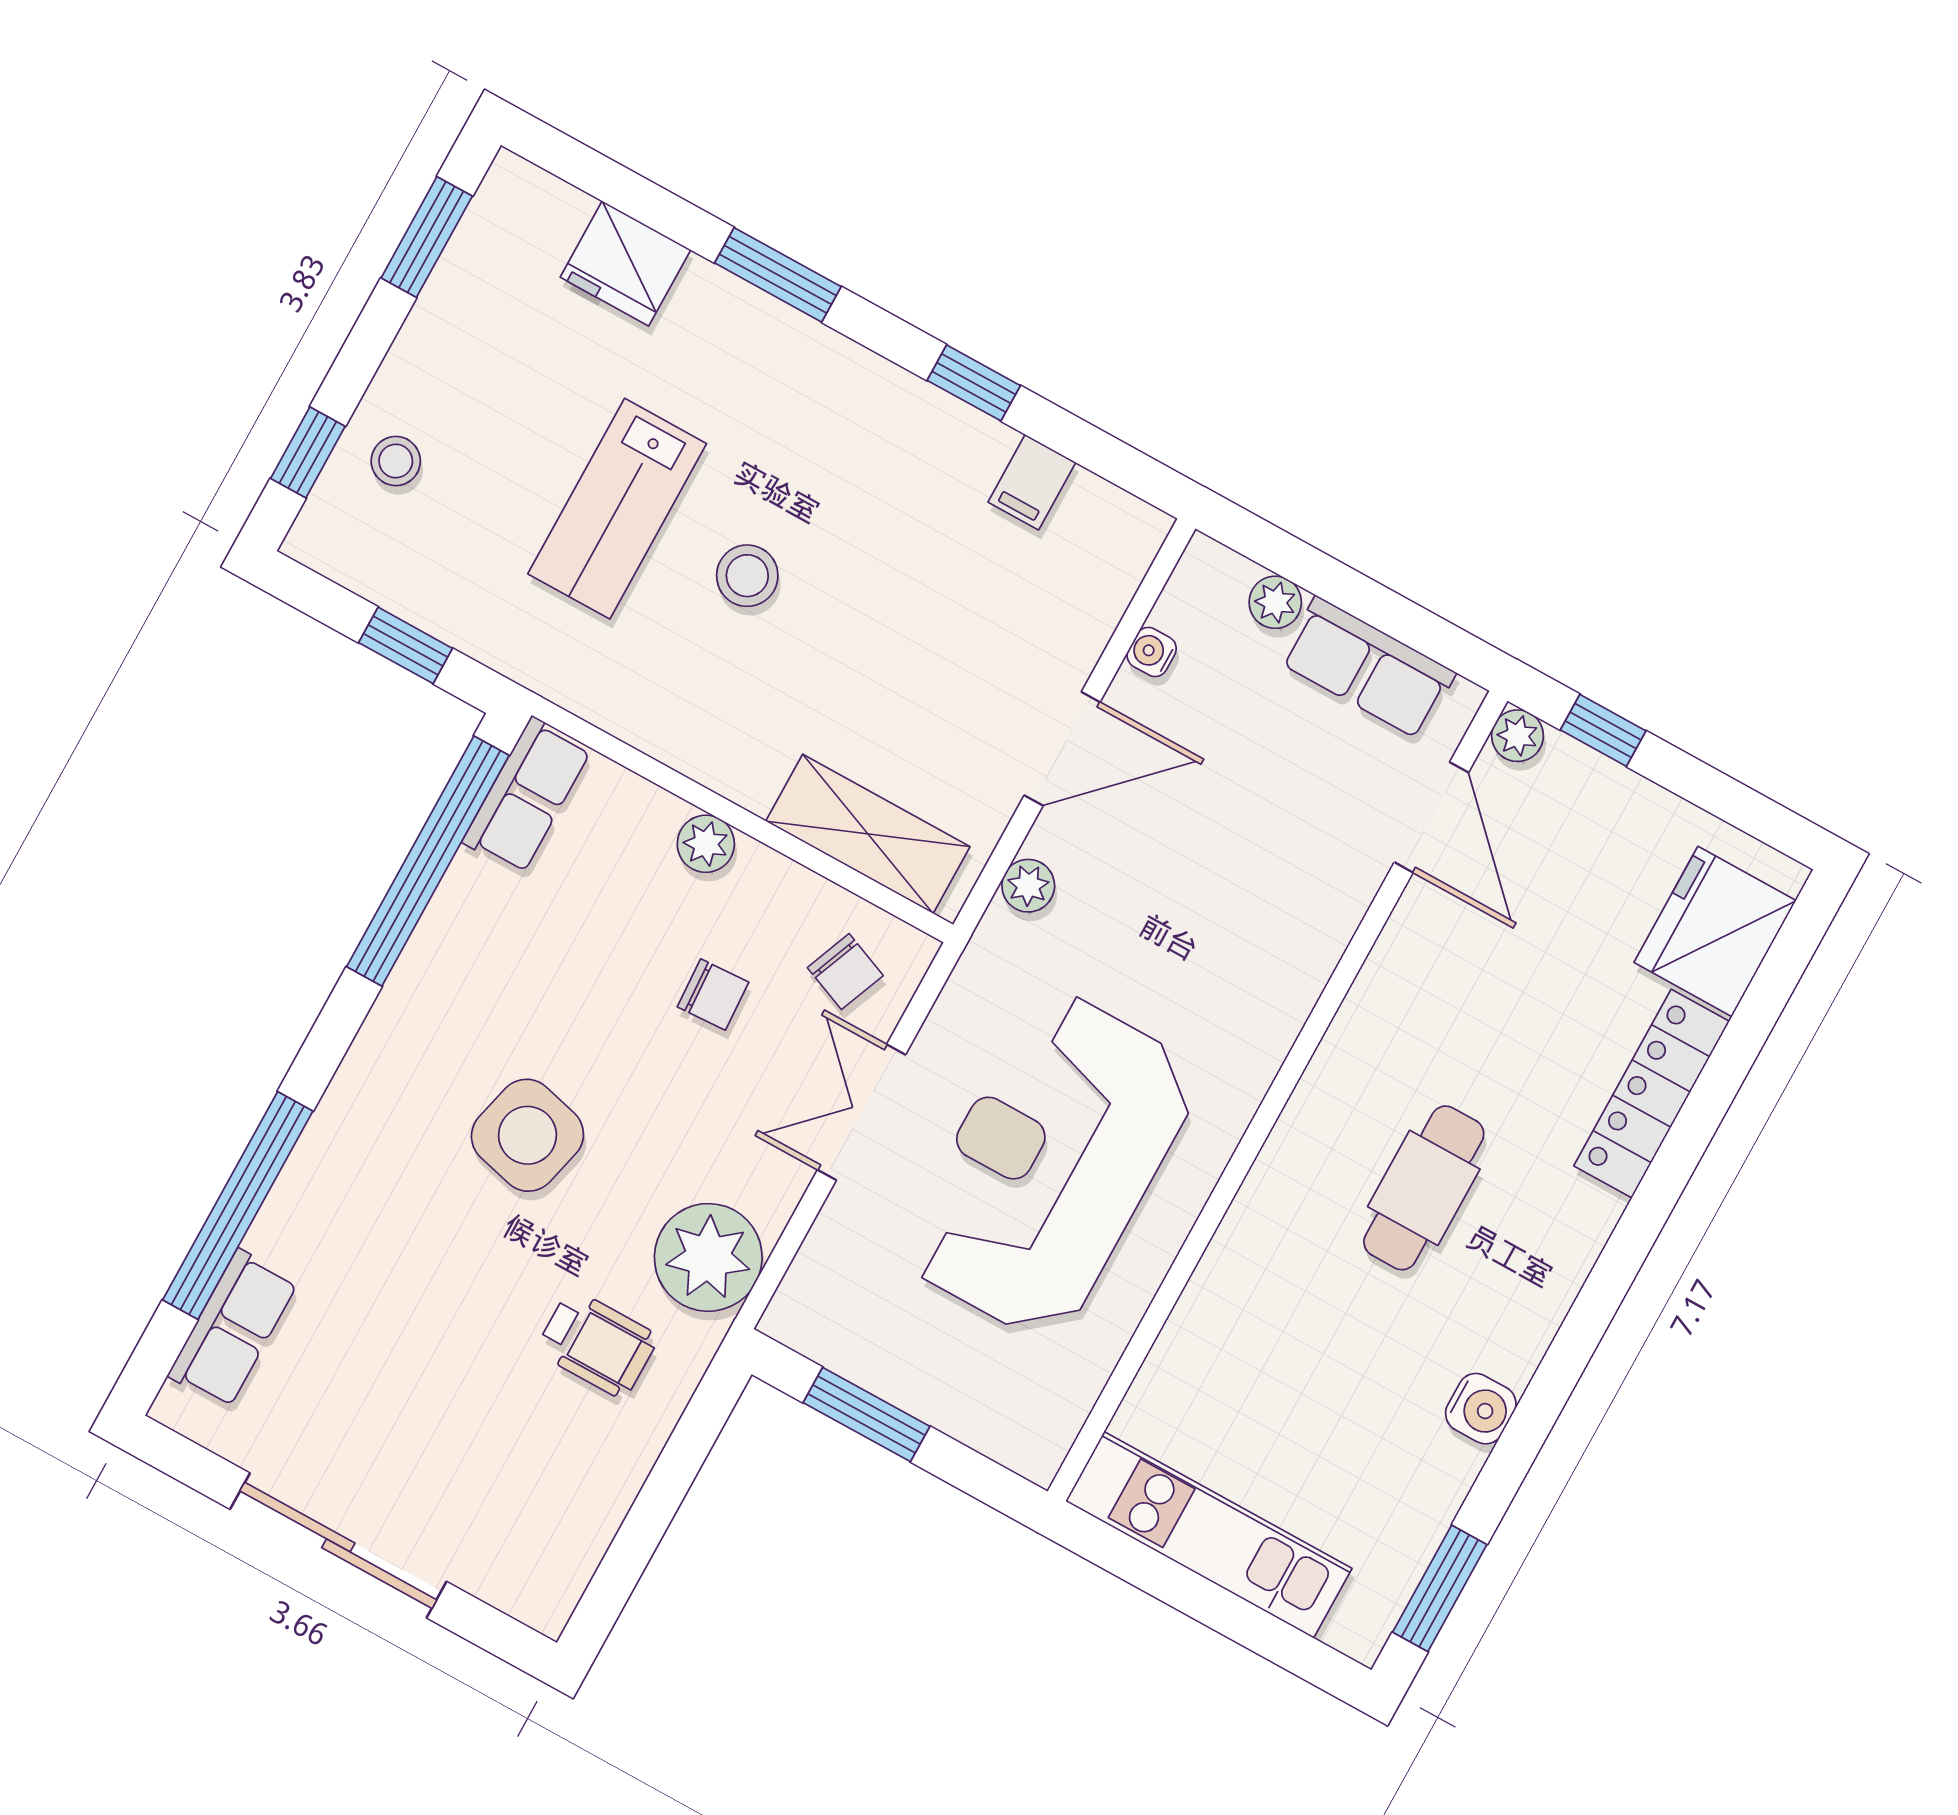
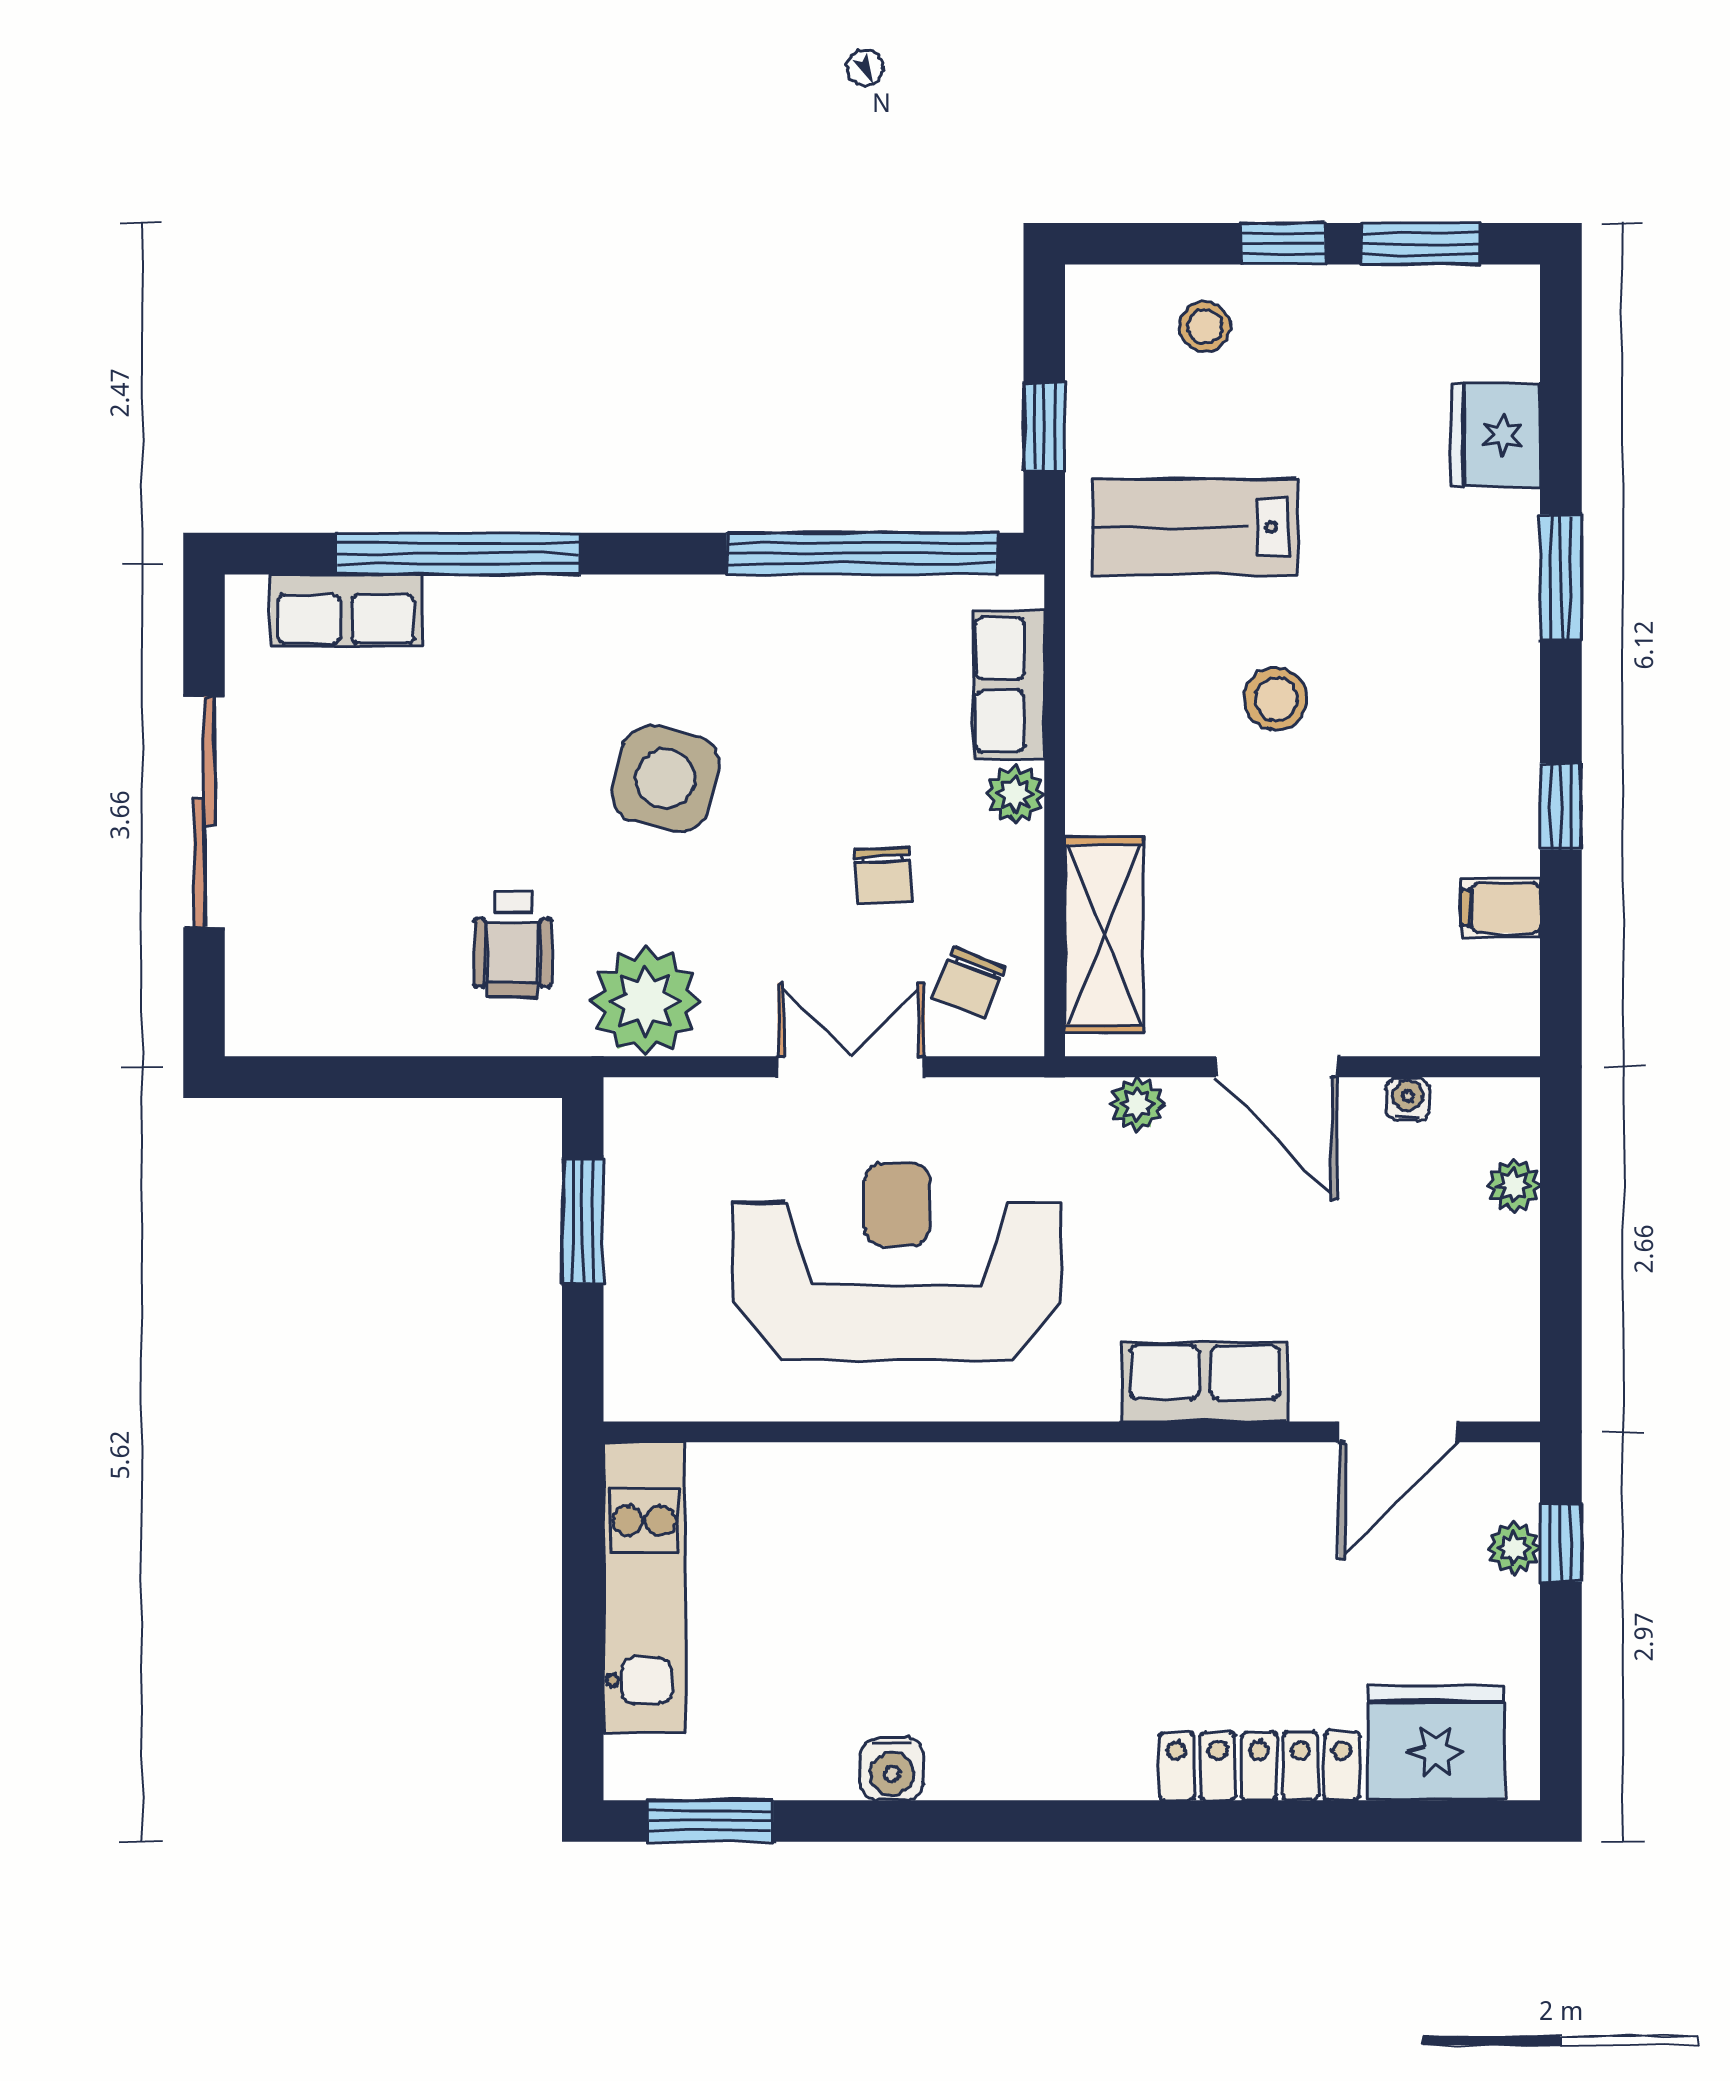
window: (308, 452) -> (1283, 244), moved
lab bench: (617, 509) -> (1195, 527), moved
row of seats: (1368, 668) -> (1205, 1382), moved, turned 90
plant: (1517, 736) -> (1514, 1548), moved
row of seats: (527, 796) -> (1009, 685), moved, turned 90
cafe table: (1424, 1188) -> (1062, 1608), removed

